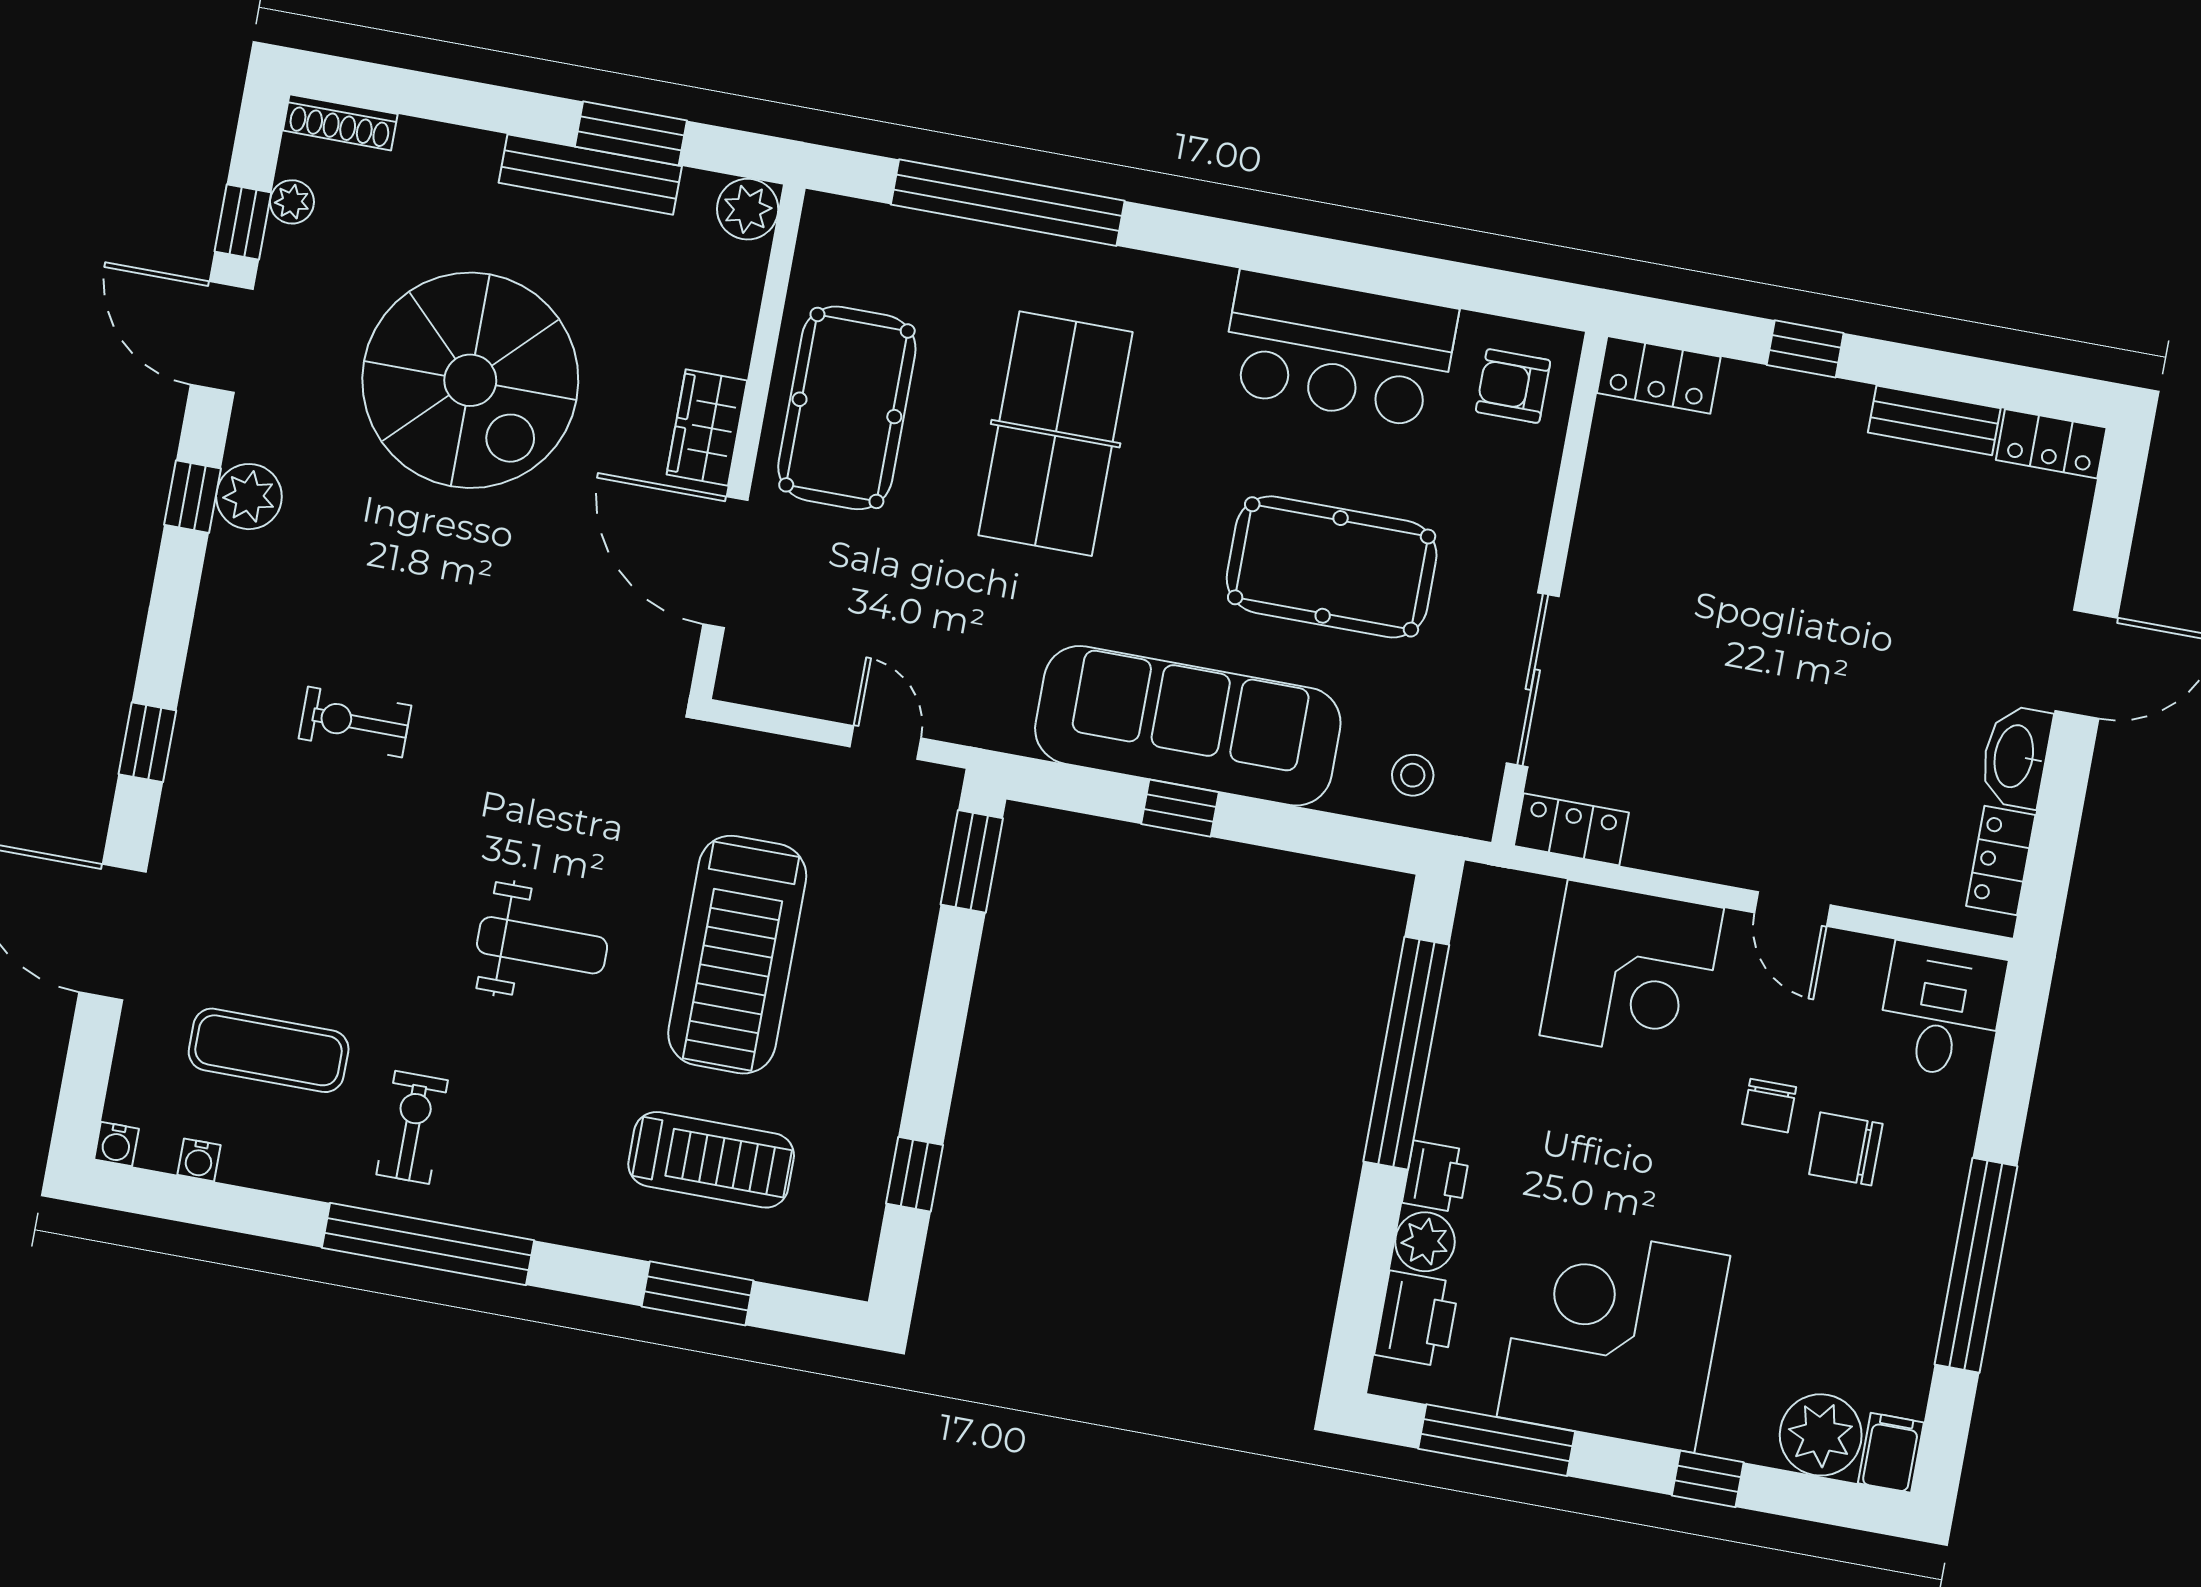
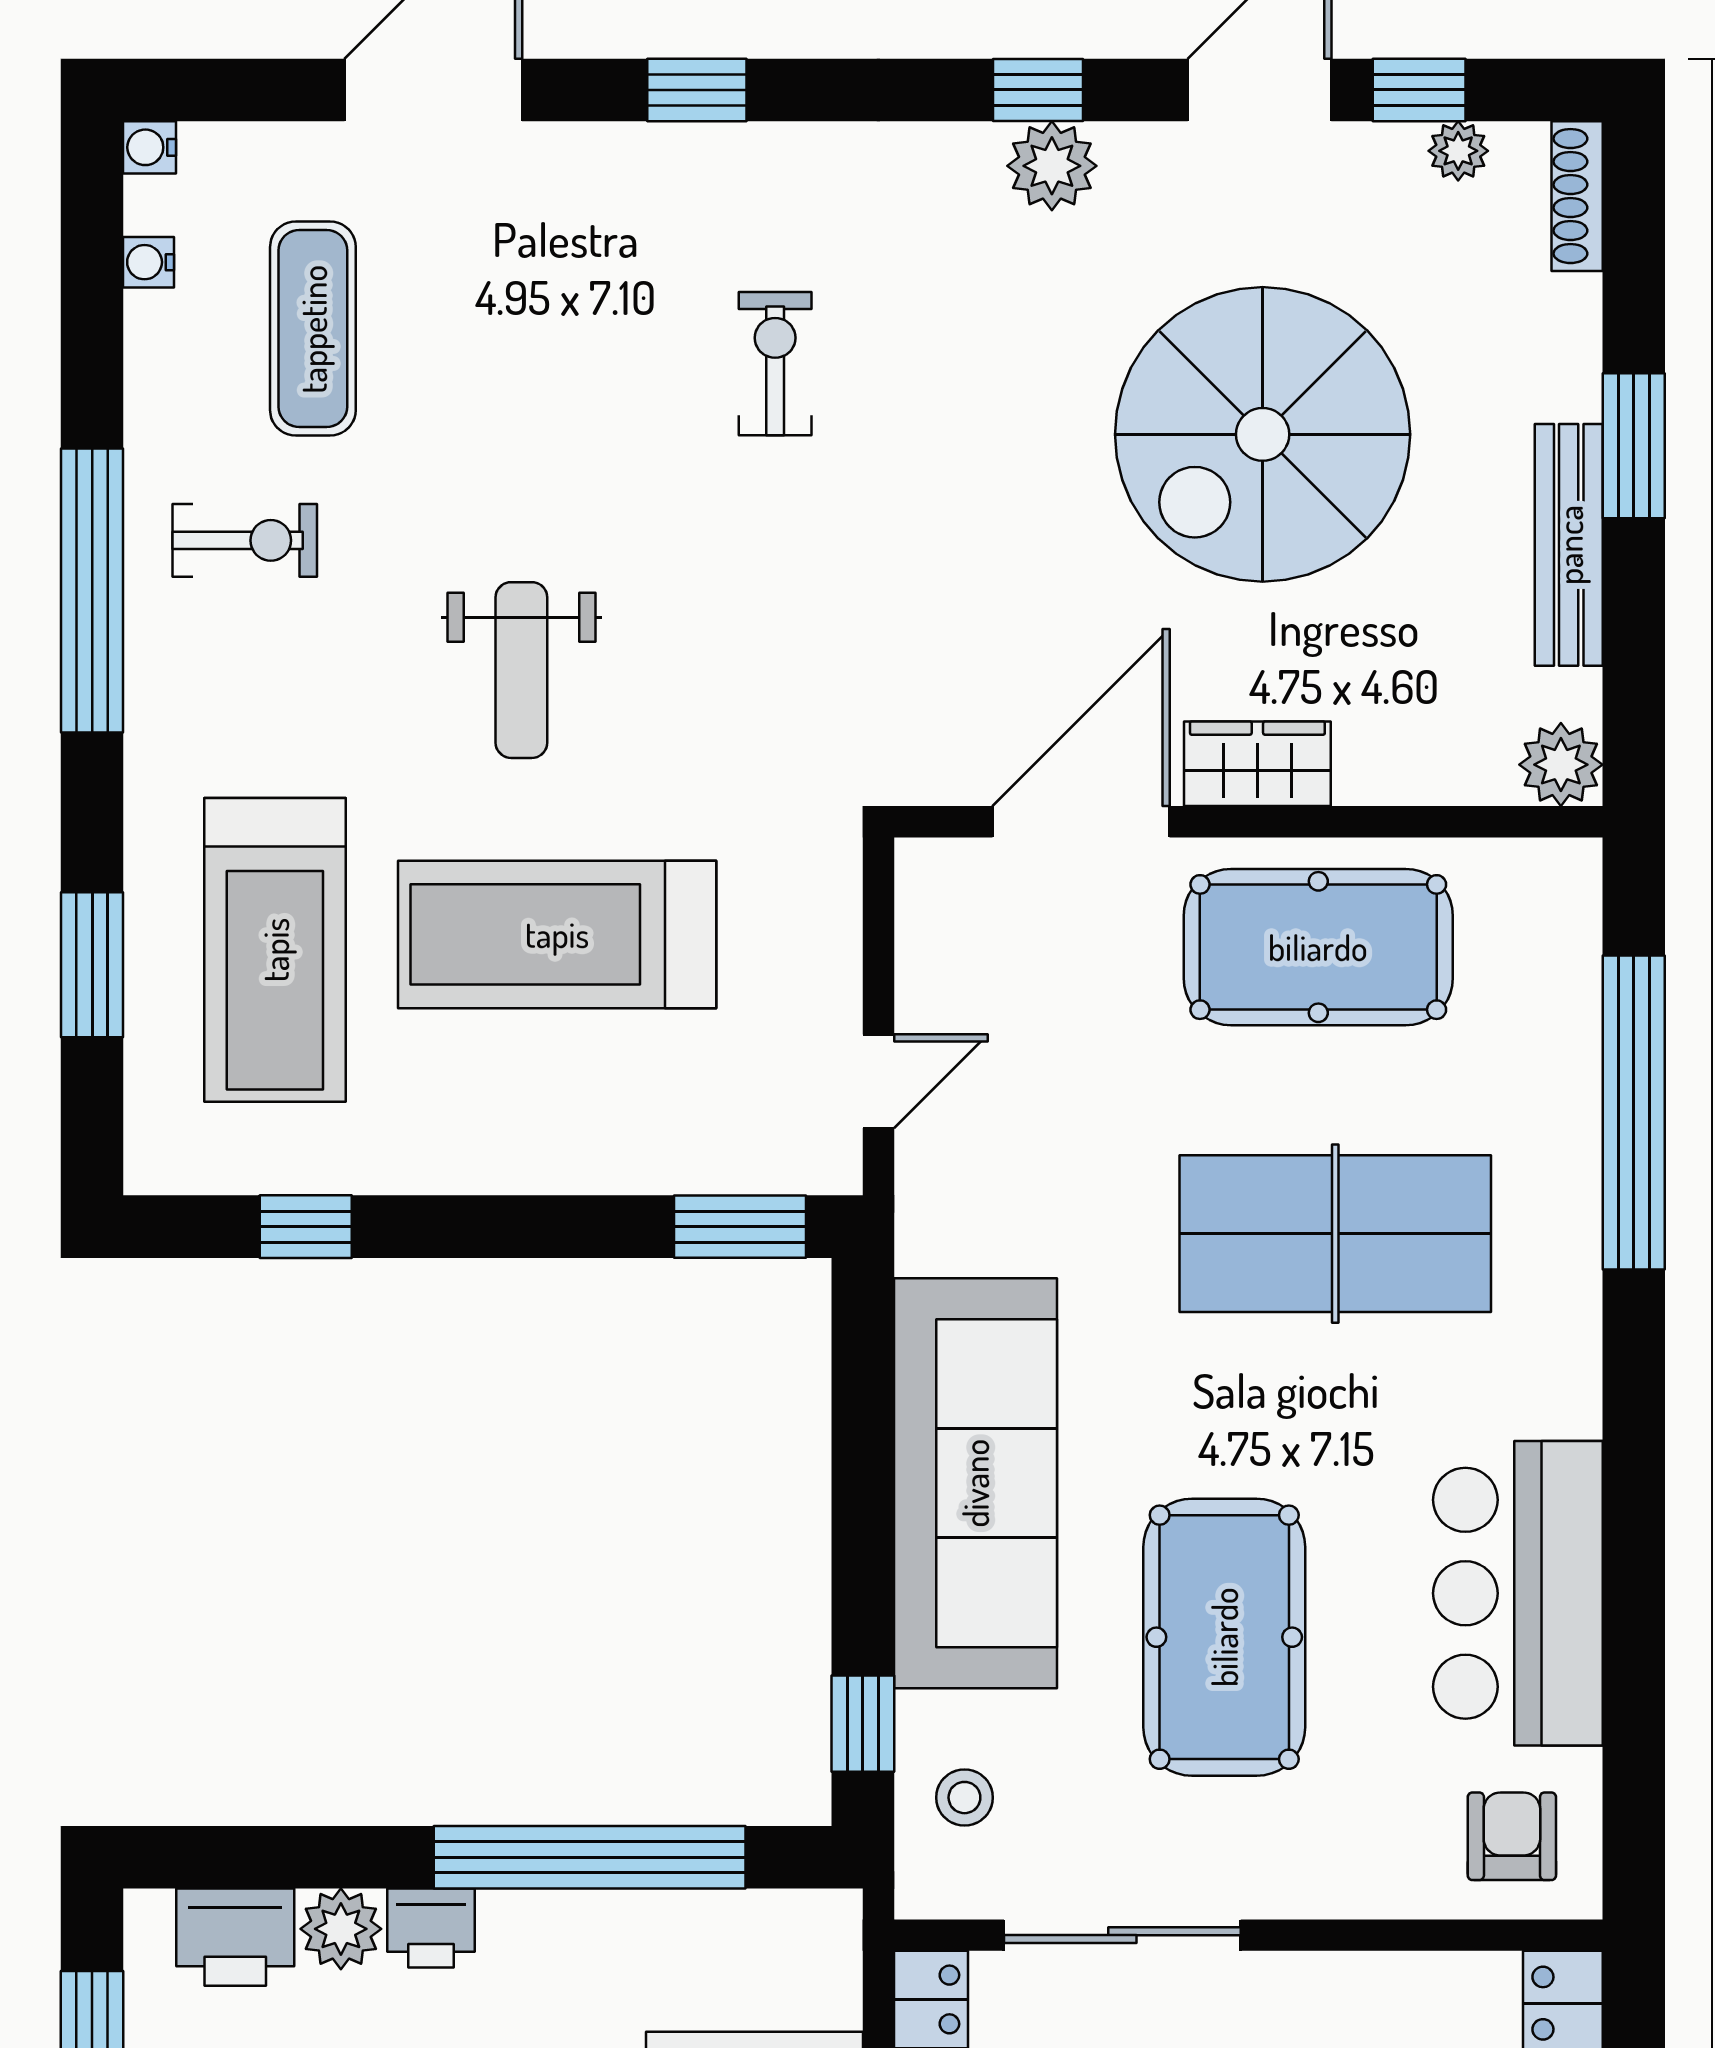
window: (631, 133) -> (1634, 446), moved
window: (1180, 808) -> (863, 1724), moved
treadmill: (711, 1160) -> (275, 950), width x1.37, depth x1.38

